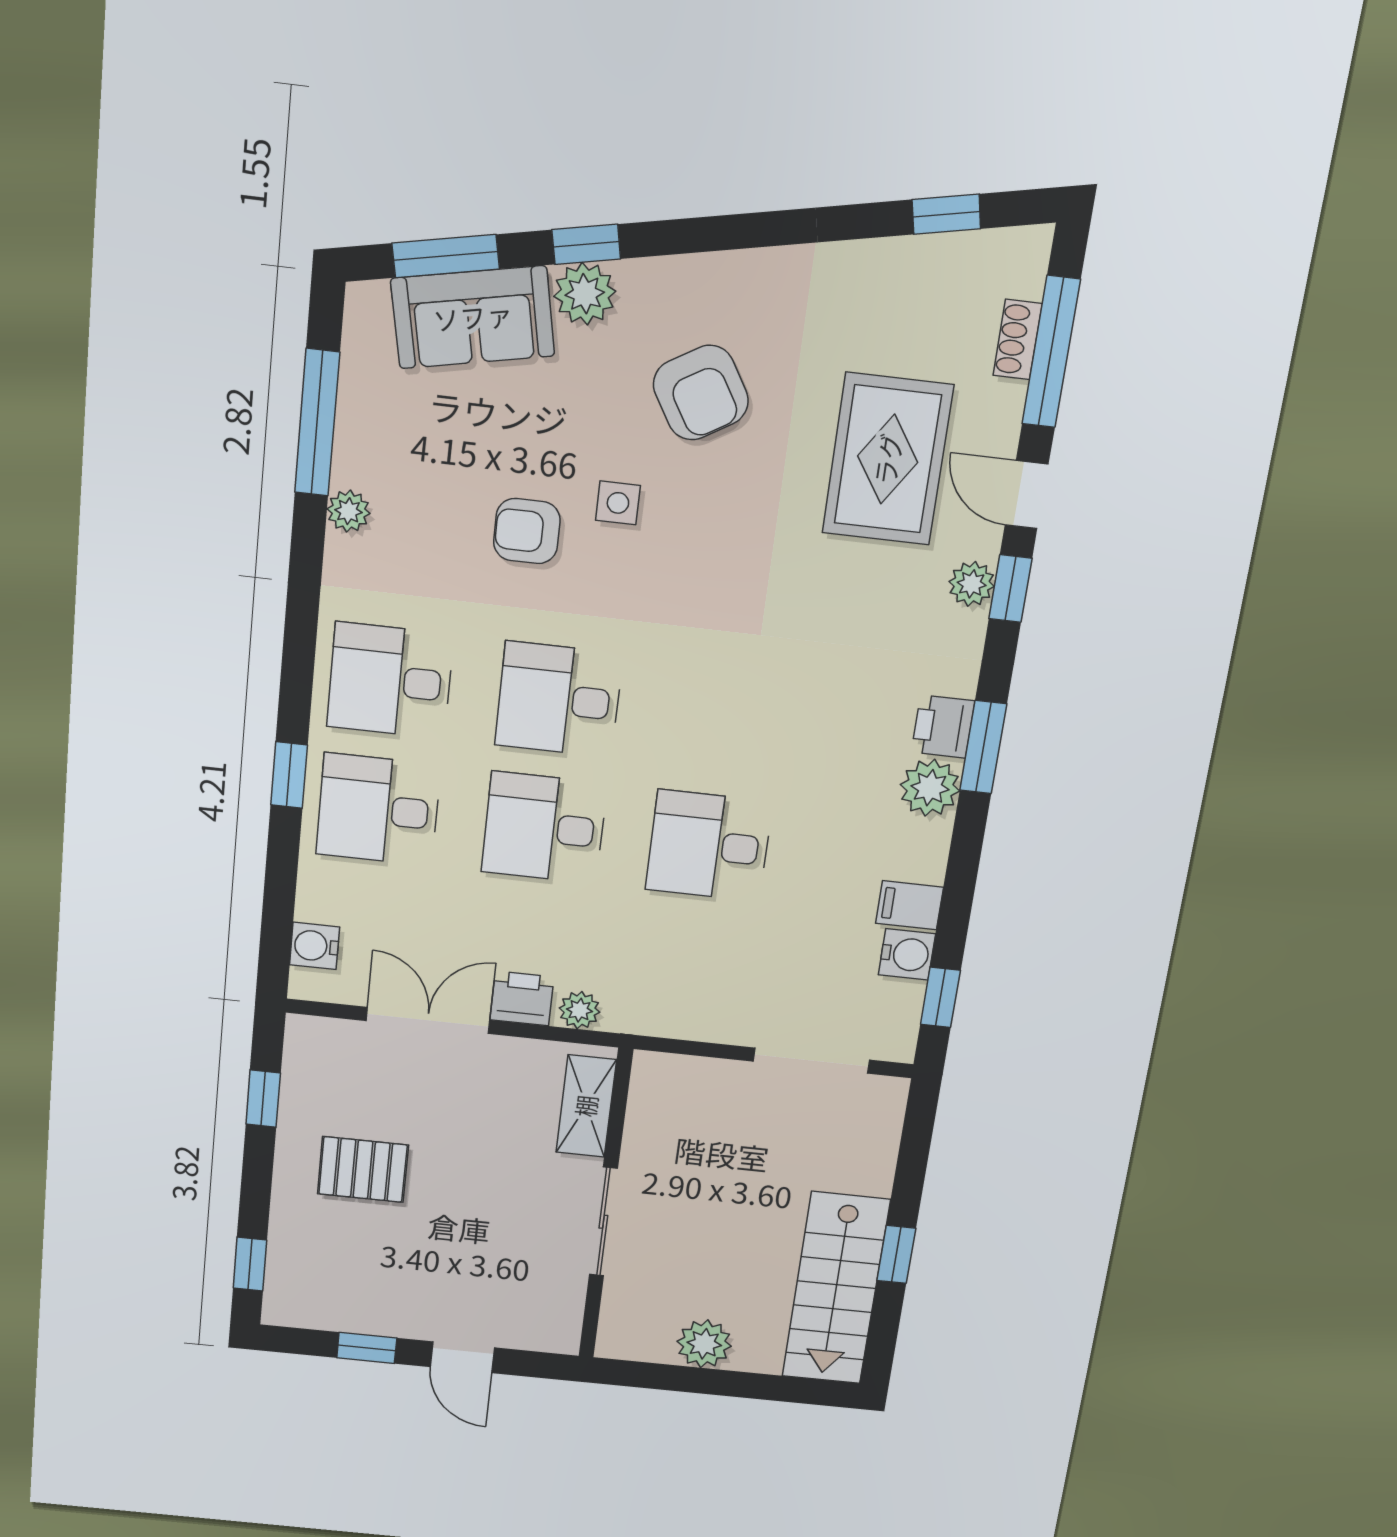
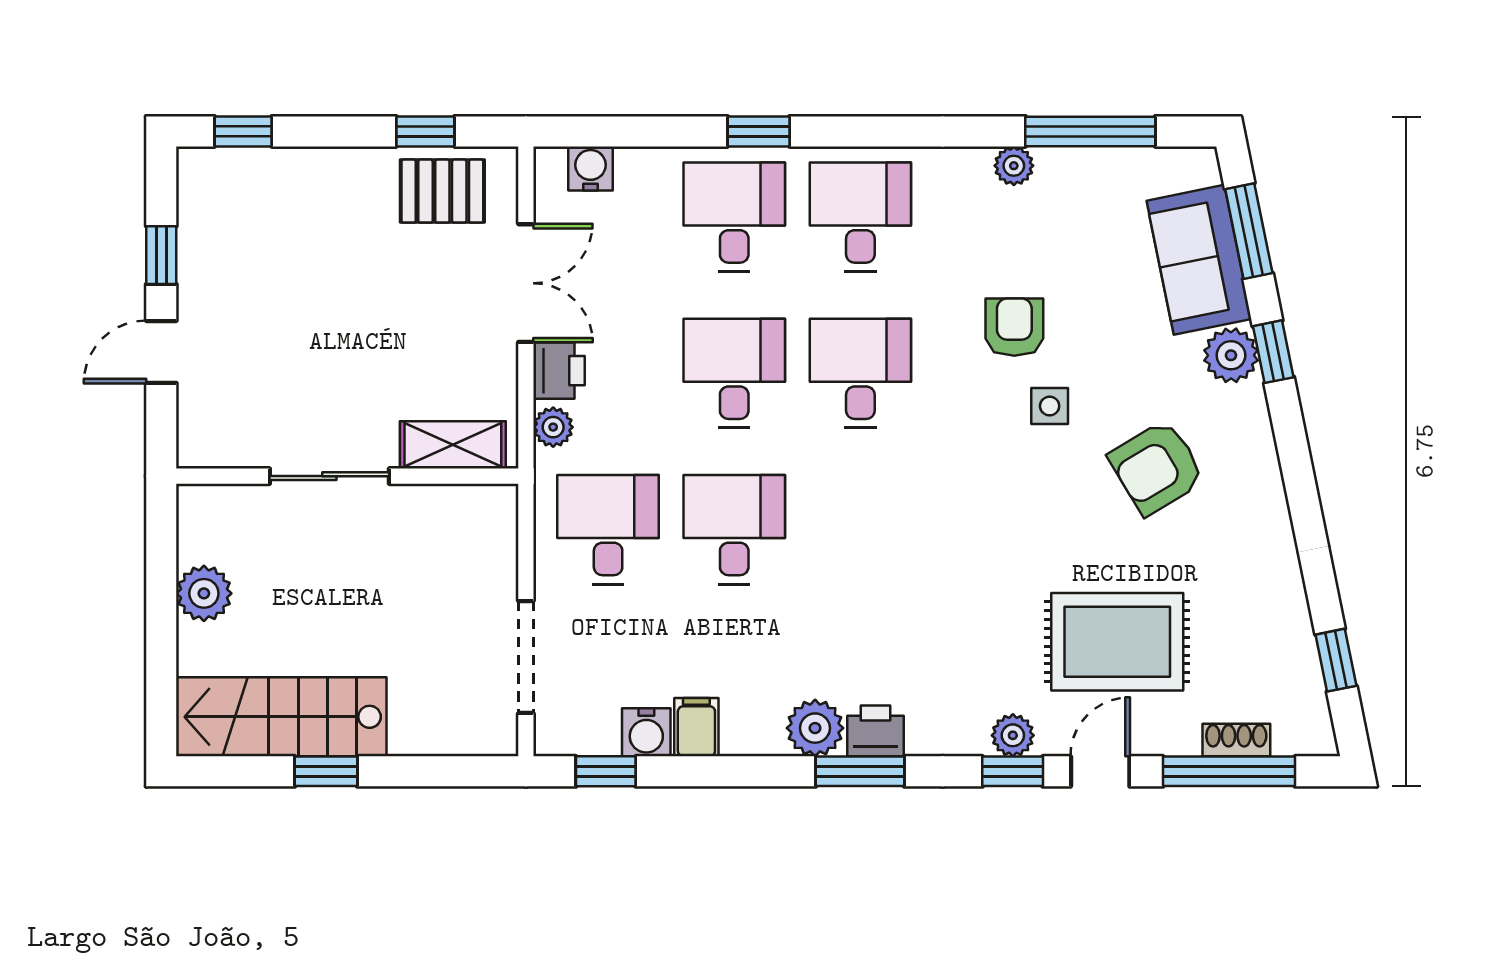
desk: (692, 969) -> (608, 530), added
pallet: (363, 1169) -> (442, 191), moved, turned 90

